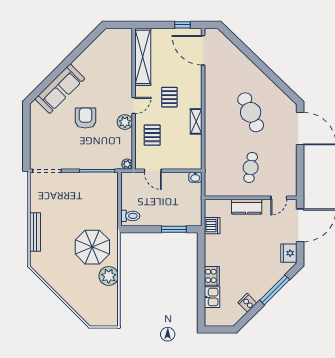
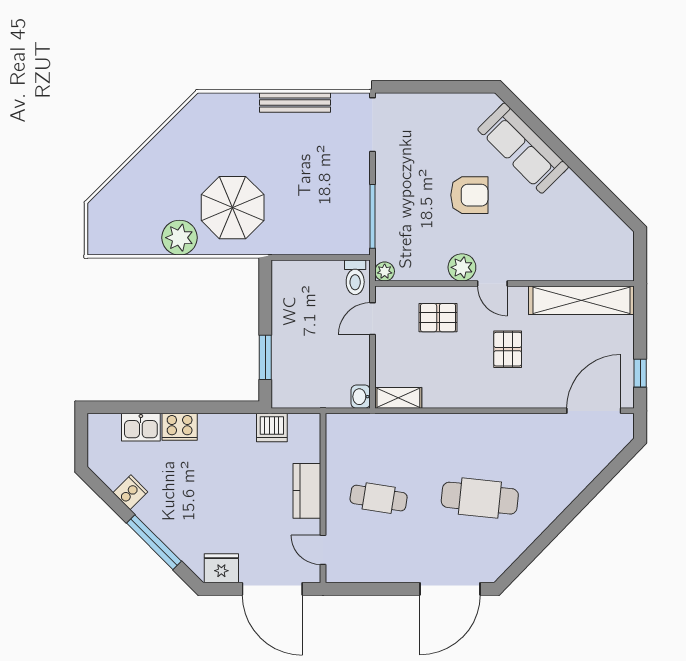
pallet: (169, 97) -> (508, 349), turned 90
cafe table: (251, 112) -> (480, 498), turned 30
shelving: (196, 121) -> (398, 398), moved
toilet: (130, 216) -> (355, 277), moved
bench: (35, 232) -> (295, 102), moved

